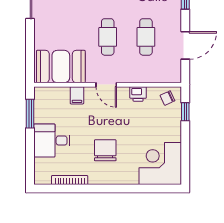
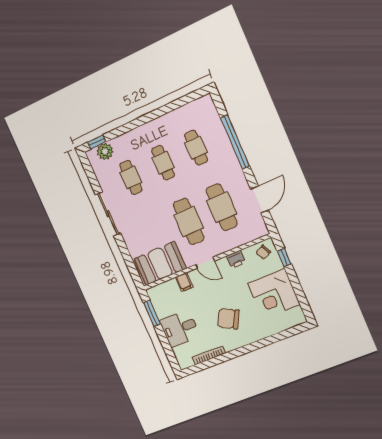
cafe table: (108, 37) -> (189, 221), width x1.37, depth x1.35
cafe table: (146, 37) -> (222, 207), width x1.37, depth x1.35
chair: (105, 150) -> (228, 319), turned -62
corner desk: (160, 163) -> (274, 294), moved, turned -90

